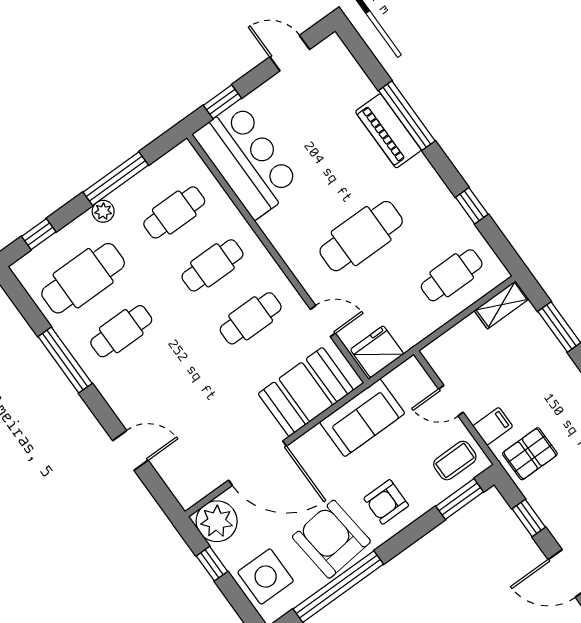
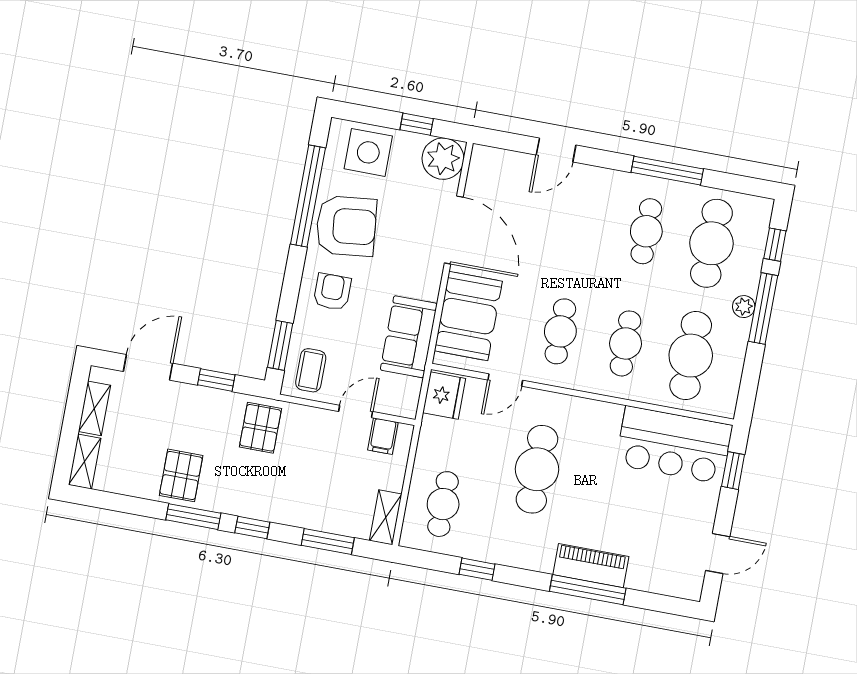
window: (116, 179) -> (763, 309), moved
cafe table: (174, 212) -> (691, 356), width x1.37, depth x1.35
filing cabinet: (493, 426) -> (383, 436), moved
door: (258, 463) -> (454, 230), swing flipped

